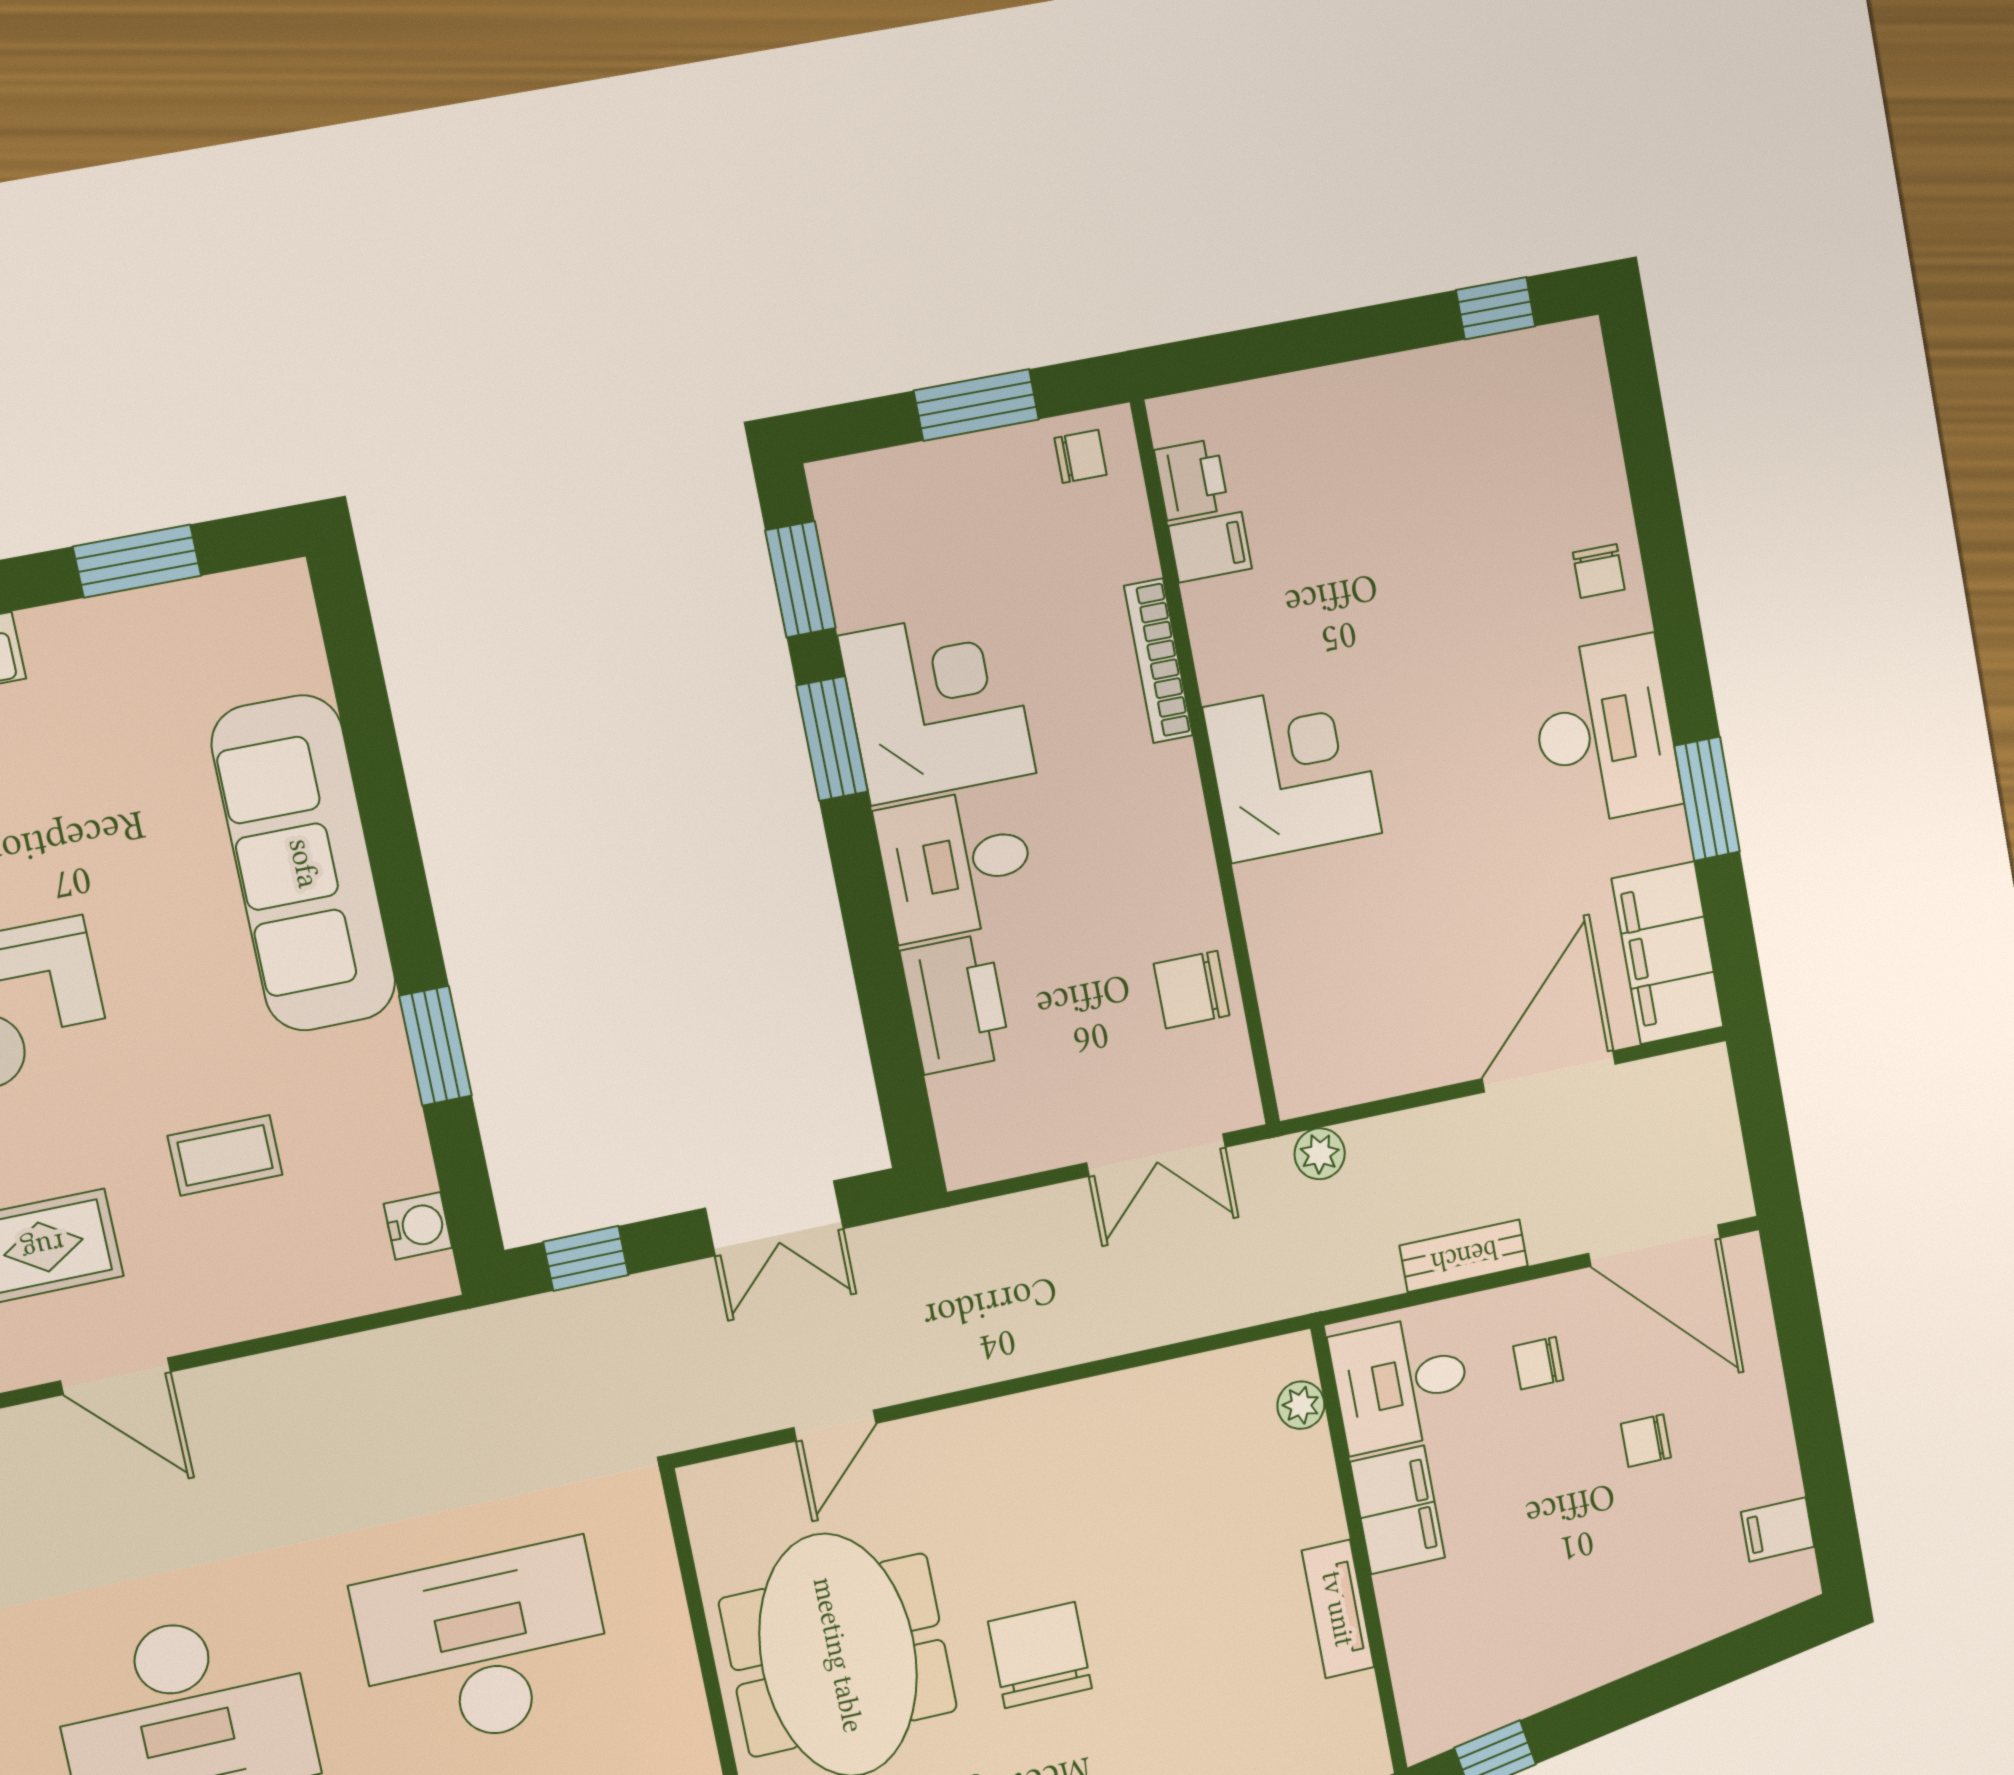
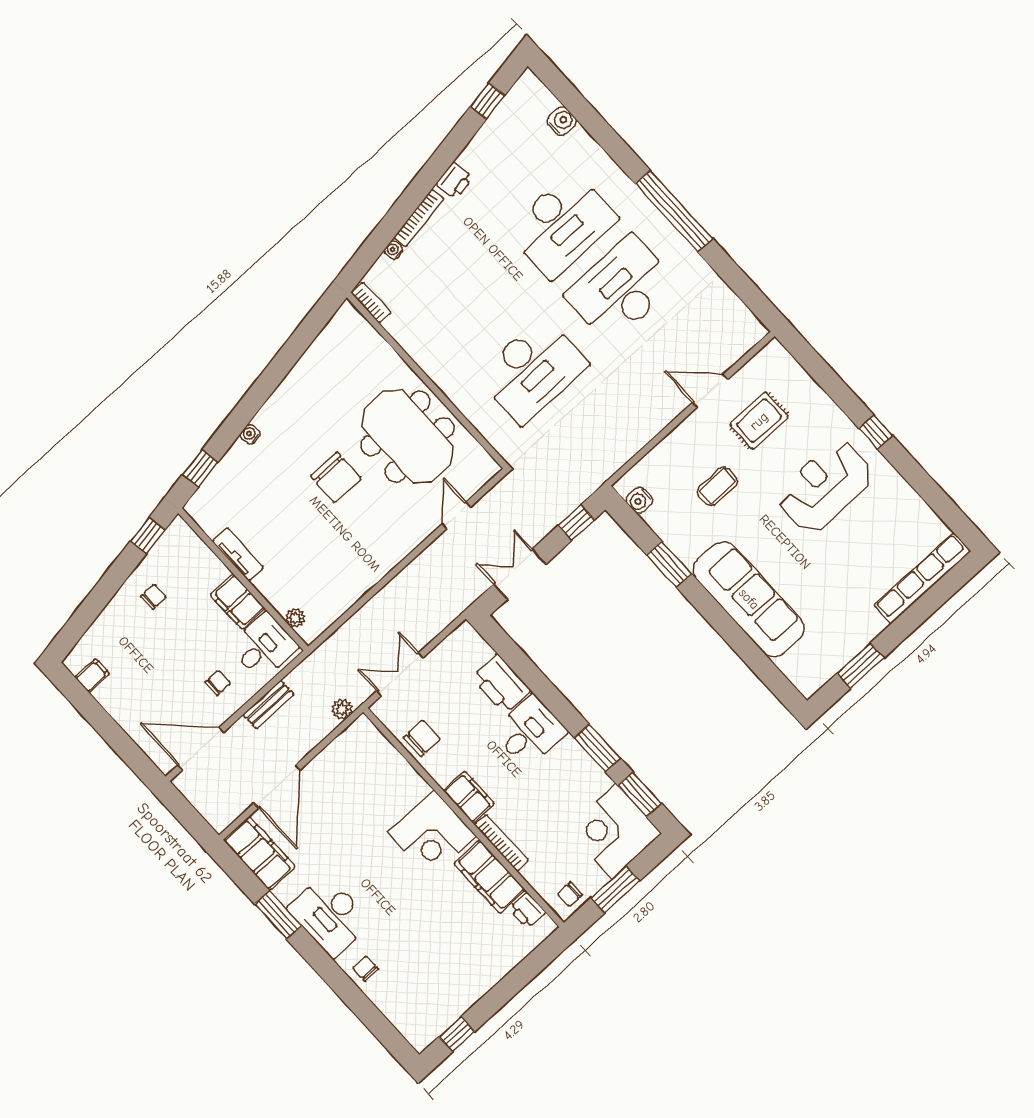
filing cabinet: (1210, 547) -> (490, 877), width x3.00, depth x1.17
corner desk: (937, 705) -> (614, 831), moved, turned 90
filing cabinet: (1168, 802) -> (469, 797), added
chair: (1646, 1441) -> (153, 597), moved

